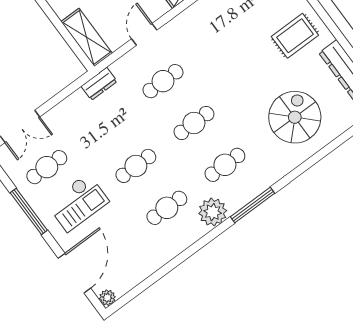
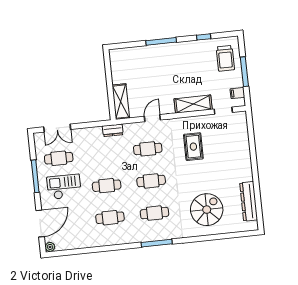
rug: (295, 36) -> (193, 147), moved, turned 90
checkout: (78, 202) -> (64, 187), turned 180
plant: (213, 212) -> (133, 234), removed

